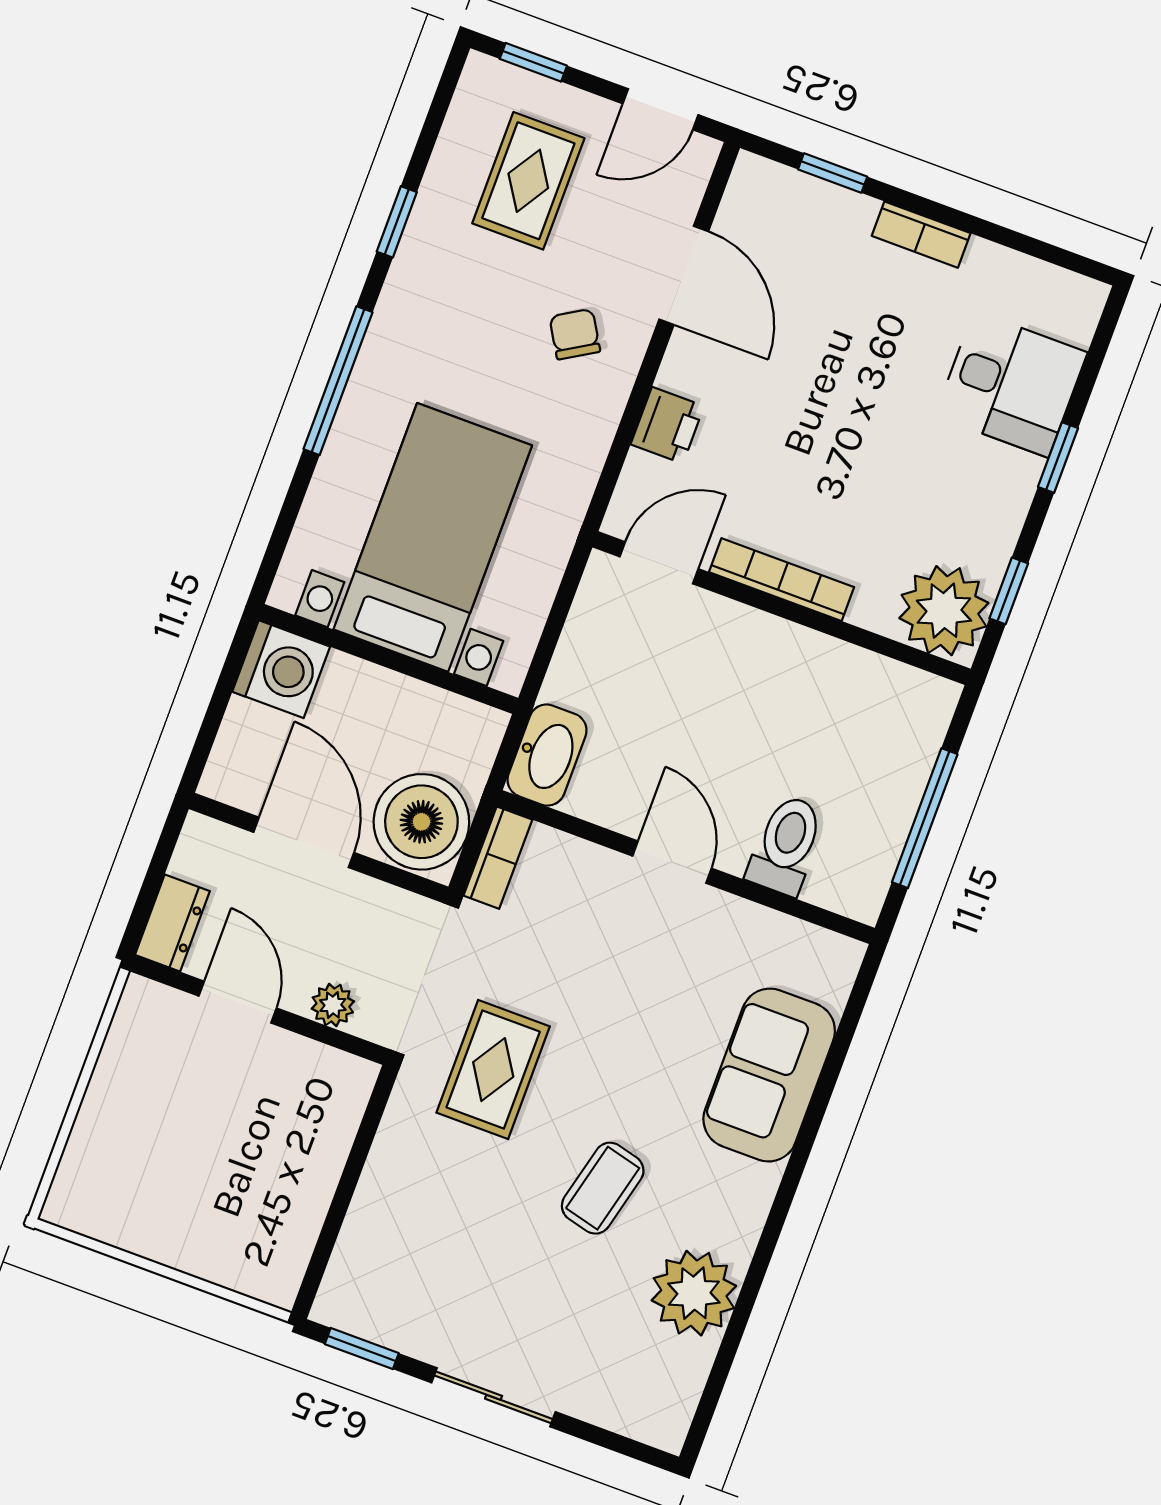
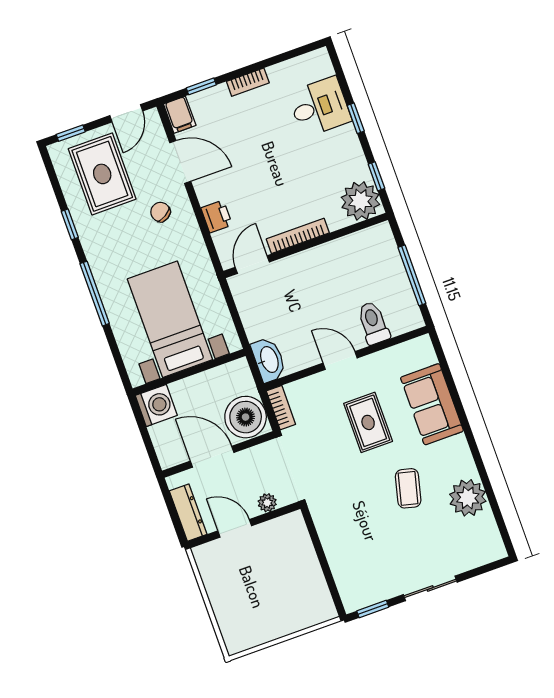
rug: (528, 181) -> (102, 174), width x1.36, depth x1.43
filing cabinet: (753, 191) -> (180, 115), added
dresser: (172, 923) -> (188, 513), width x1.44
rug: (493, 1070) -> (368, 422), moved

